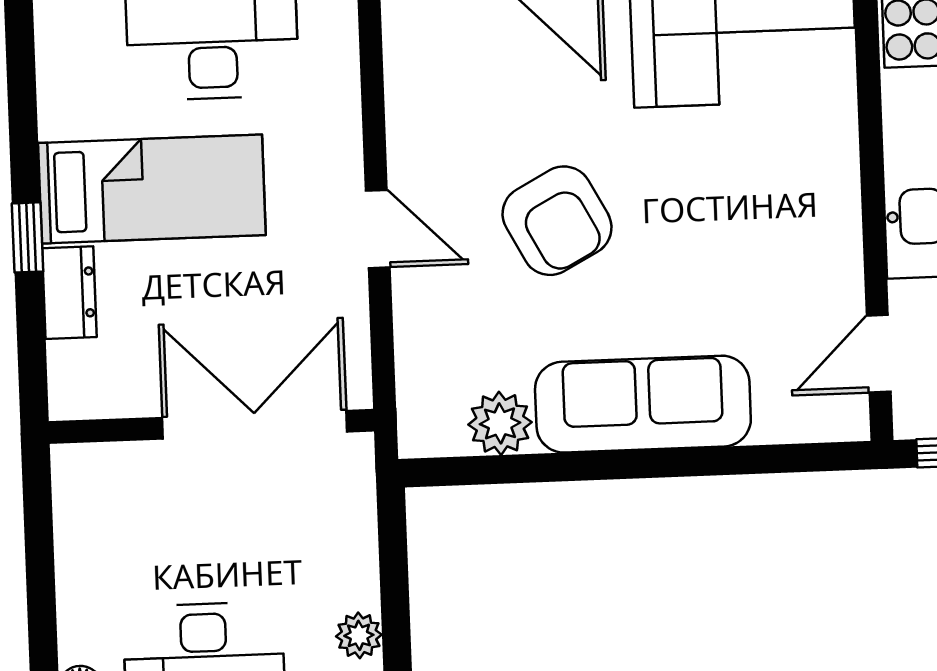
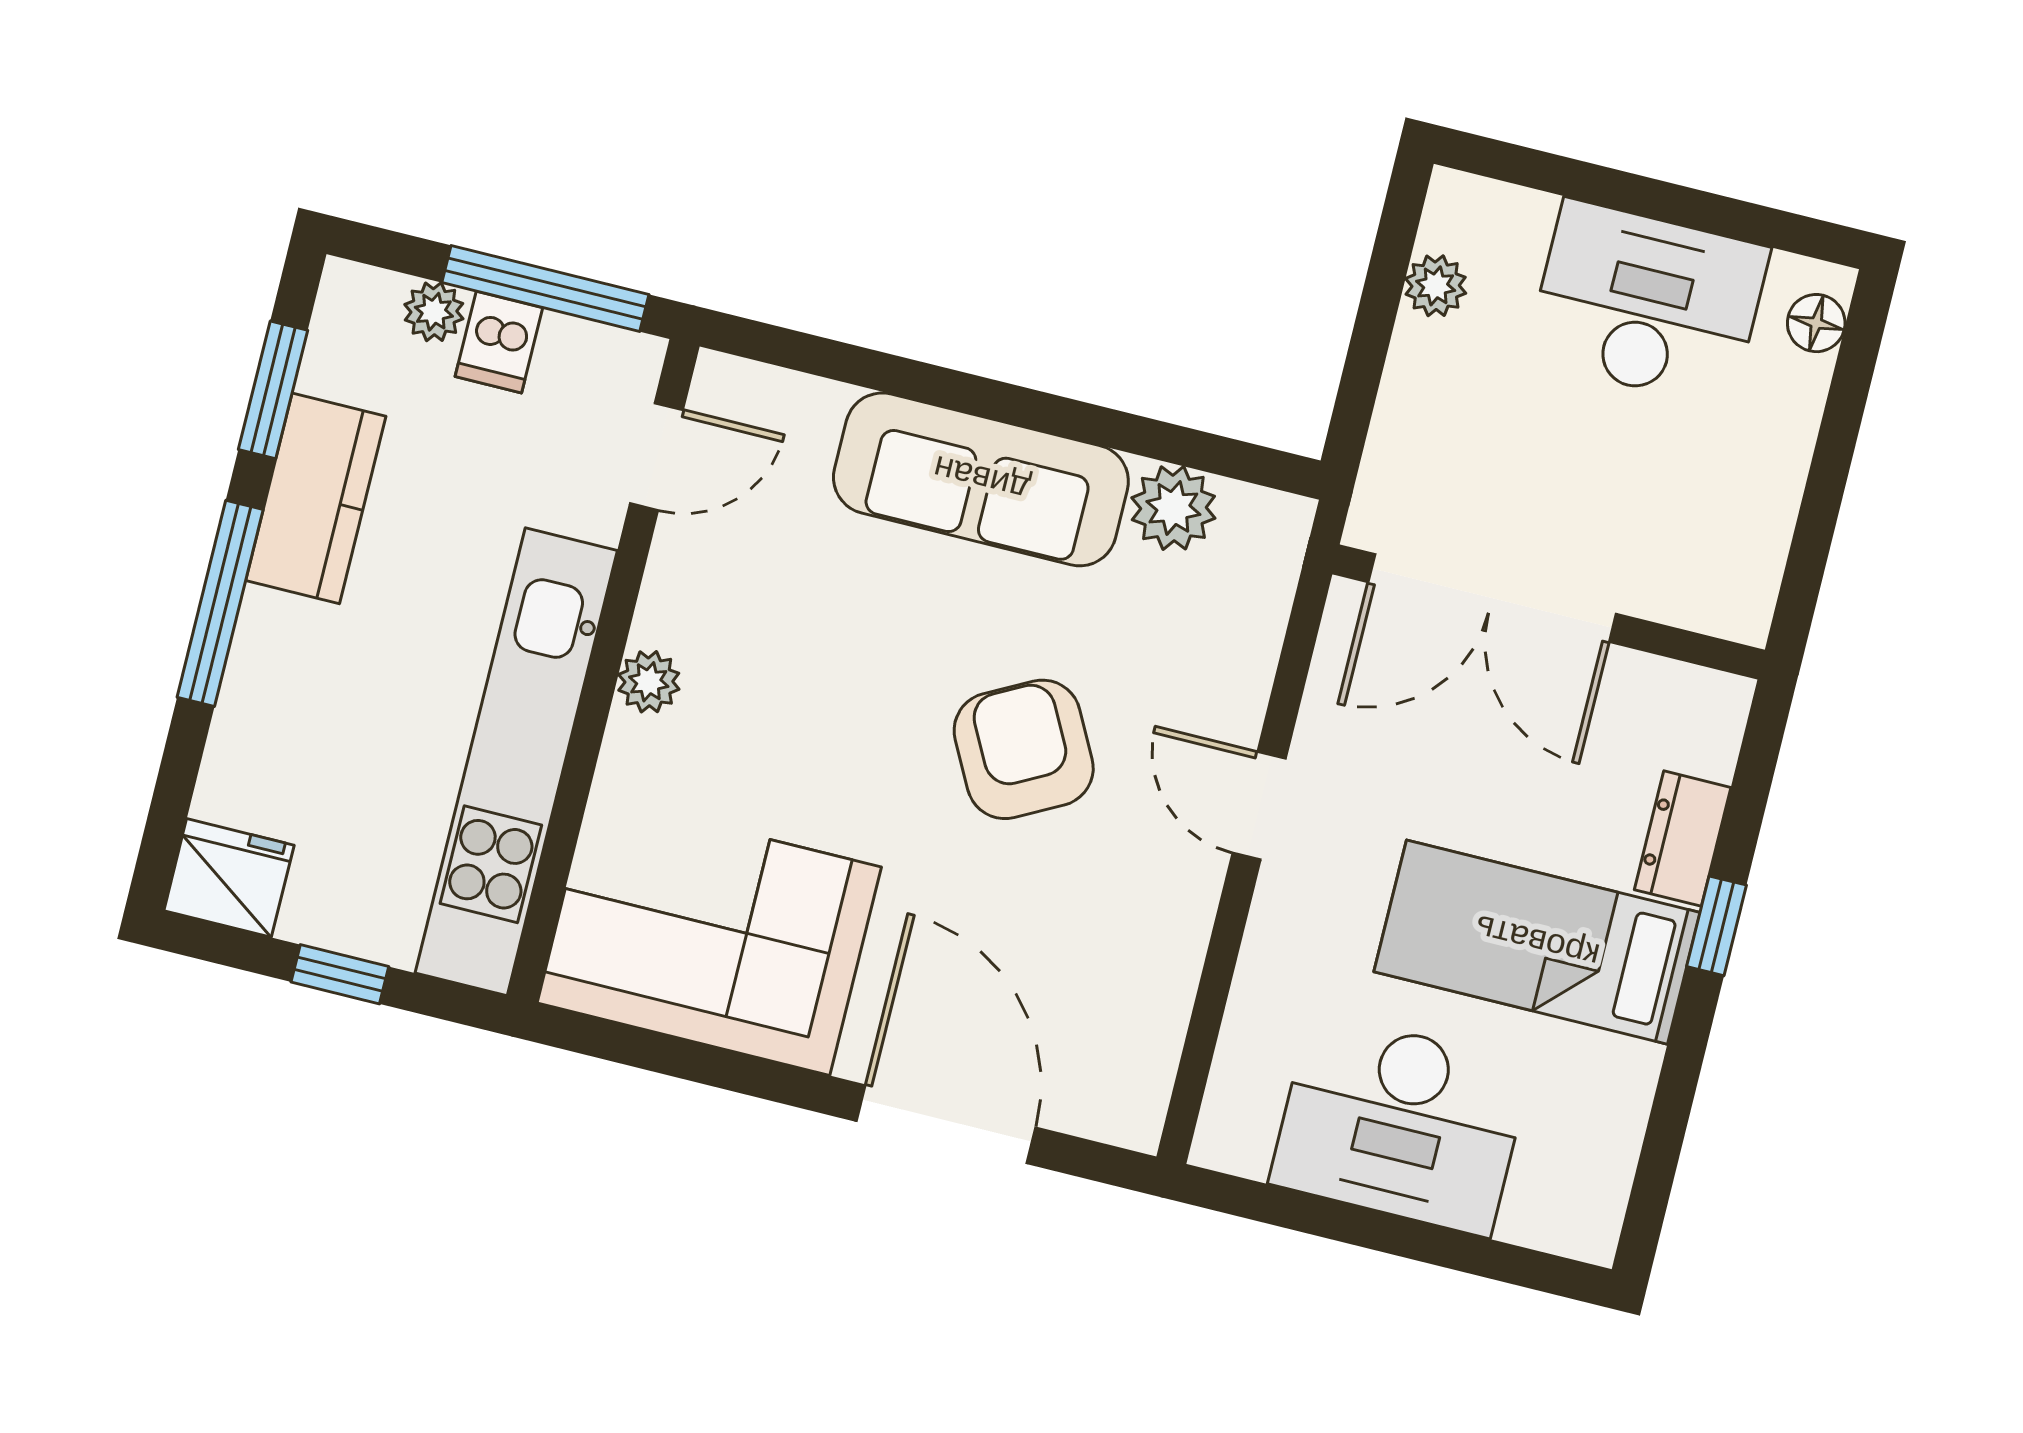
plant: (838, 192) -> (649, 682), added

